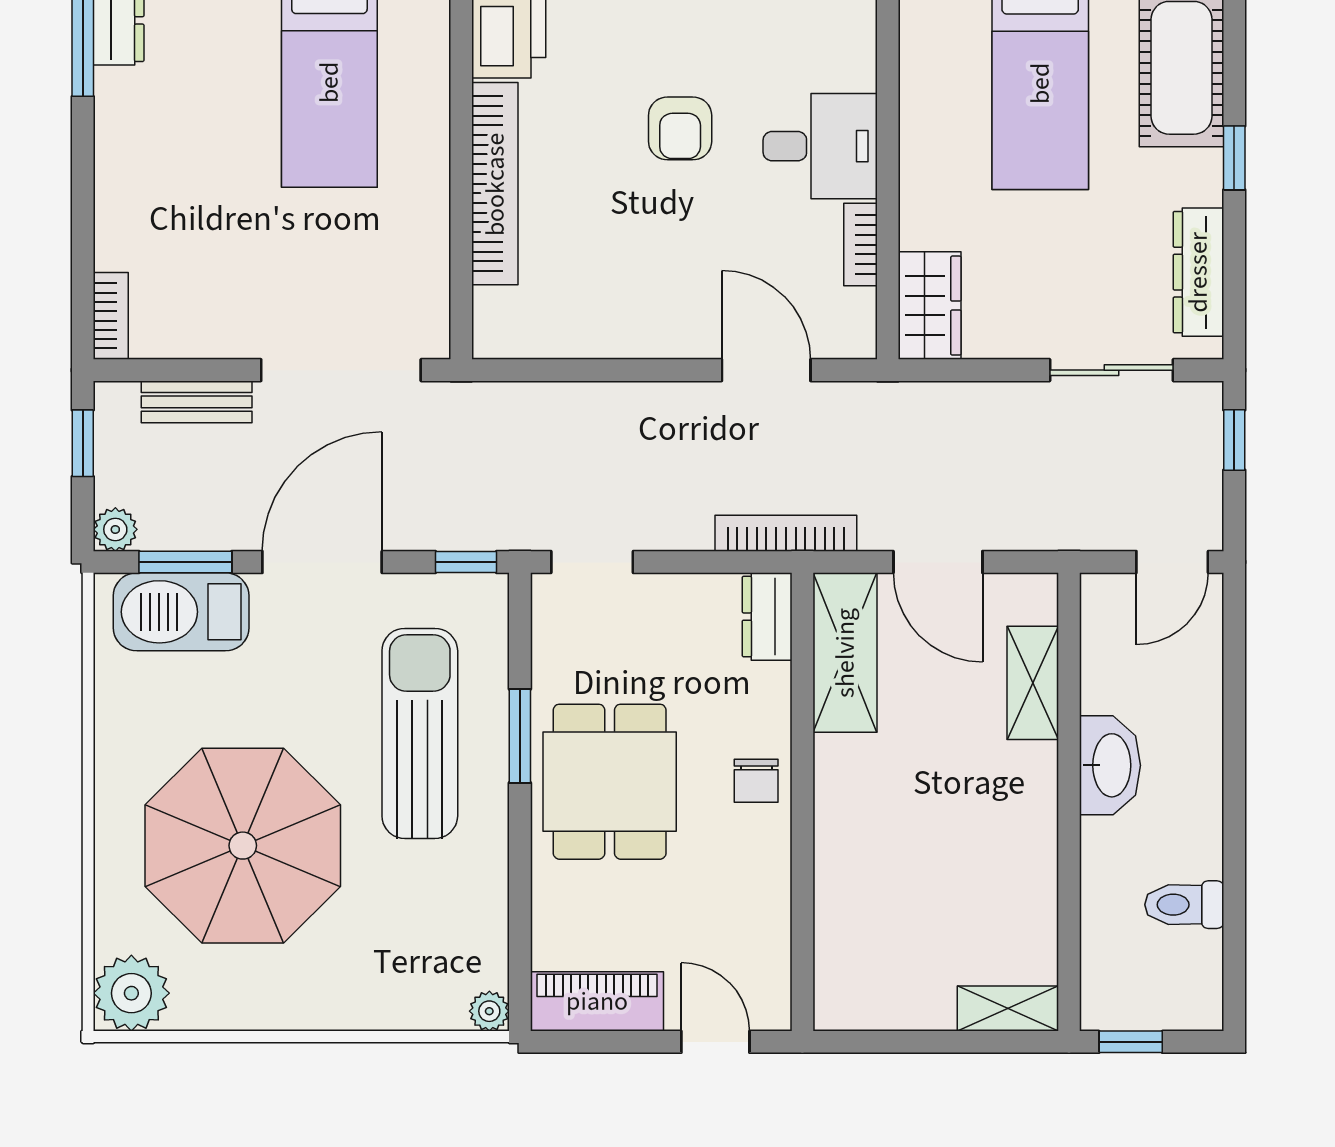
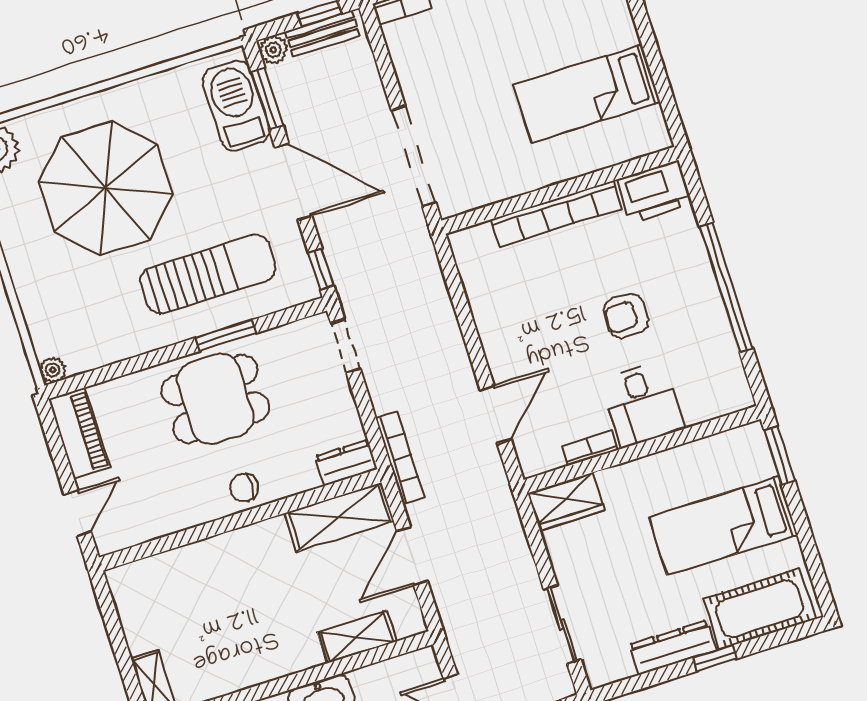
dresser: (1198, 272) -> (673, 648), moved
bench: (197, 402) -> (323, 34), moved, turned 90

